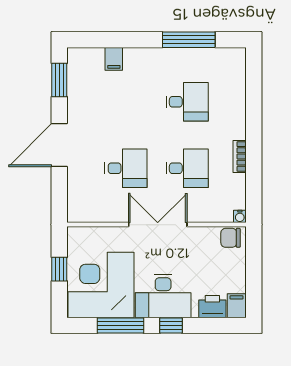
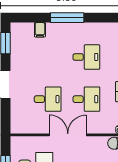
window: (189, 40) -> (67, 18), moved

